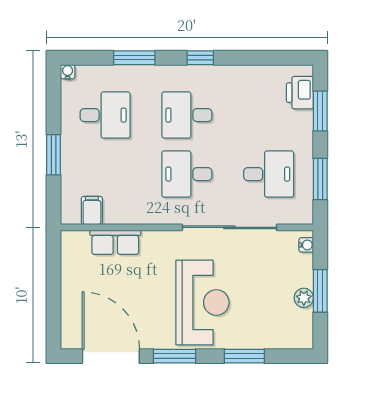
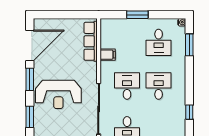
window: (134, 58) -> (189, 45), moved
window: (200, 58) -> (189, 112), moved
filing cabinet: (92, 211) -> (108, 55), moved
row of seats: (115, 242) -> (91, 41), width x1.48

